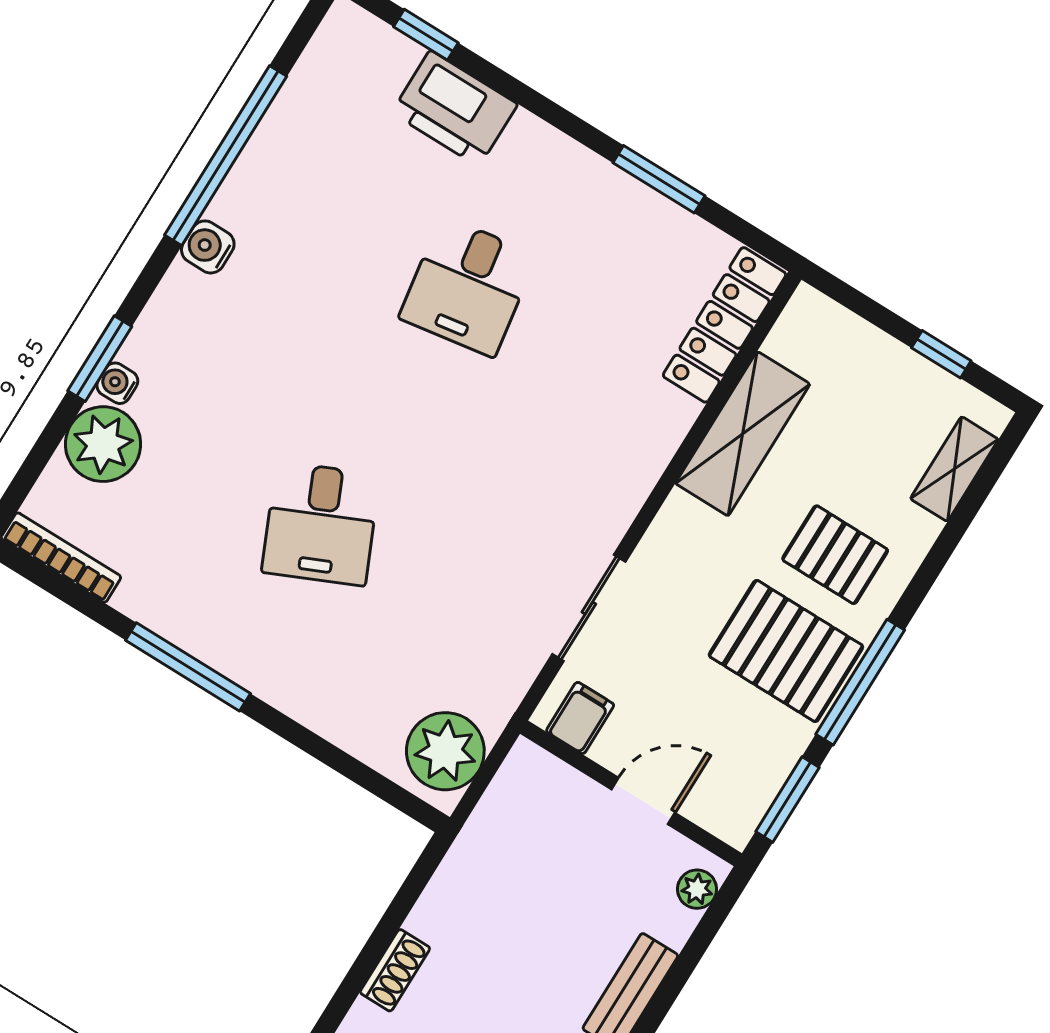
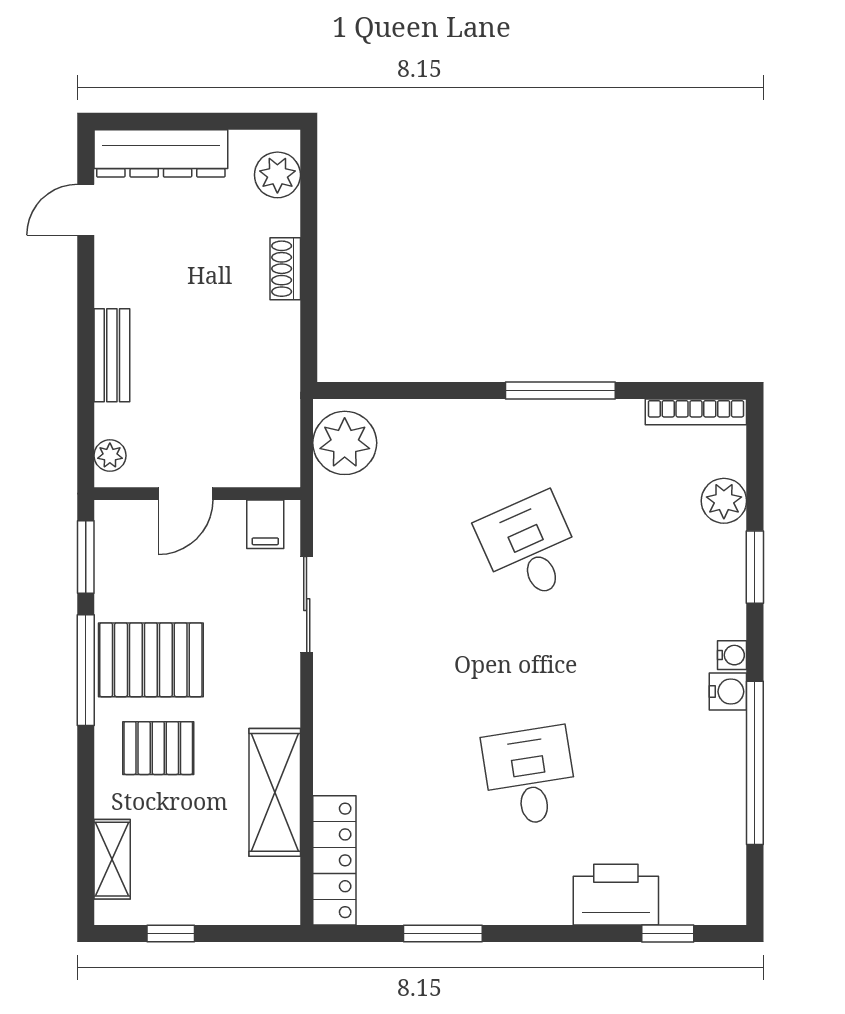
water cooler: (117, 383) -> (732, 655), moved
plant: (103, 444) -> (724, 501), width x0.73, depth x0.73

